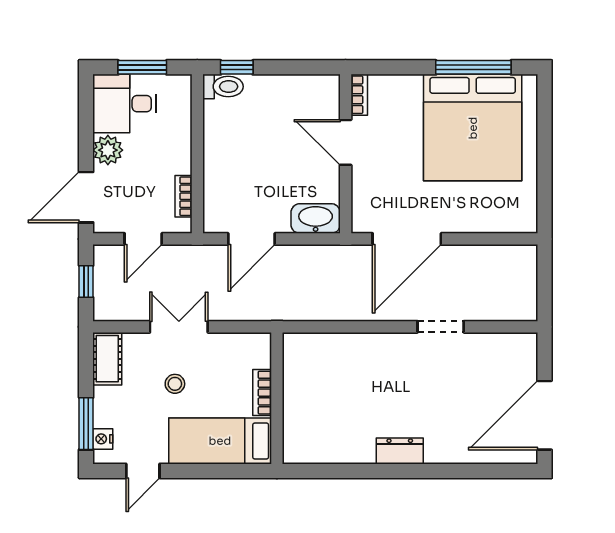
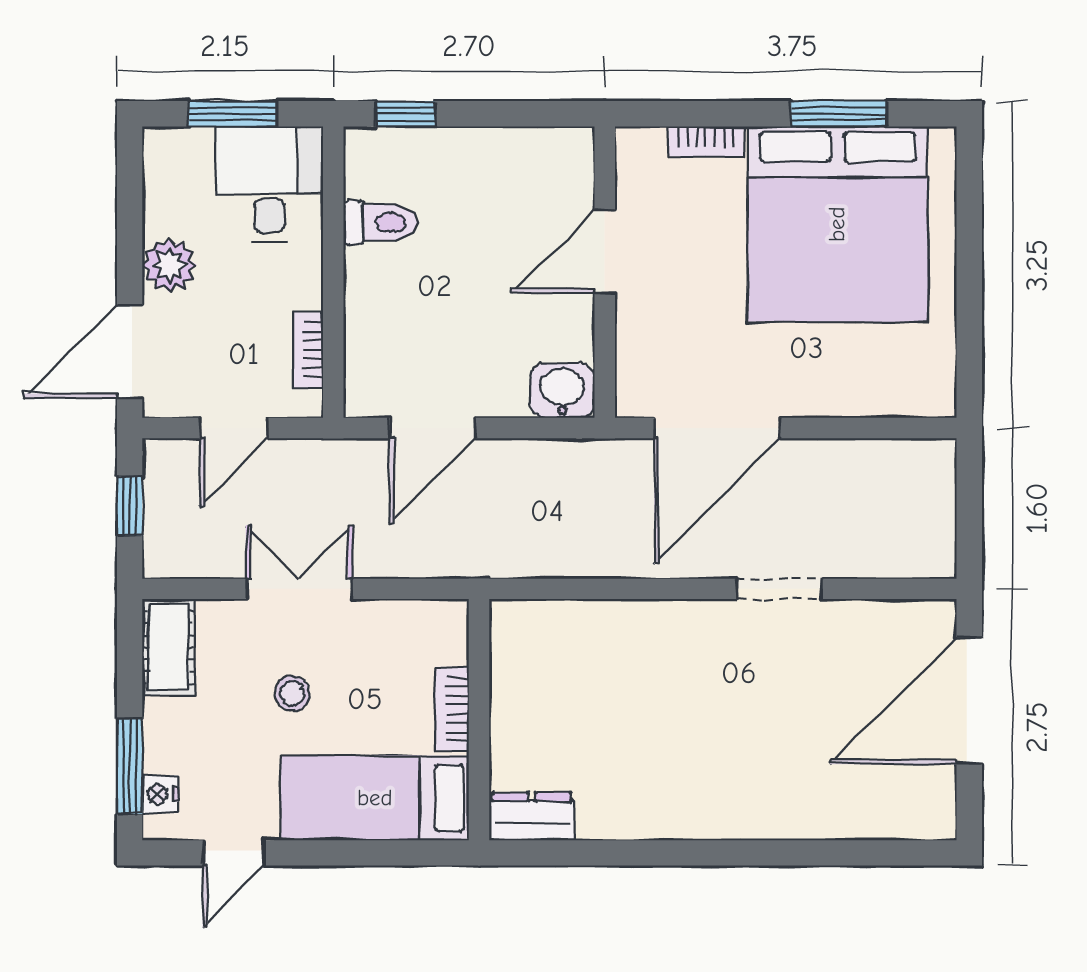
window: (473, 67) -> (839, 114), width x0.69
toilet: (223, 87) -> (380, 223), moved
bookcase: (359, 95) -> (706, 141), moved, turned 90
desk: (125, 104) -> (269, 184), moved, turned 90
door: (346, 142) -> (605, 251), hinge flipped
washbasin: (316, 219) -> (562, 391), width x0.72
door: (545, 415) -> (969, 701), moved
dresser: (400, 451) -> (532, 816), moved

